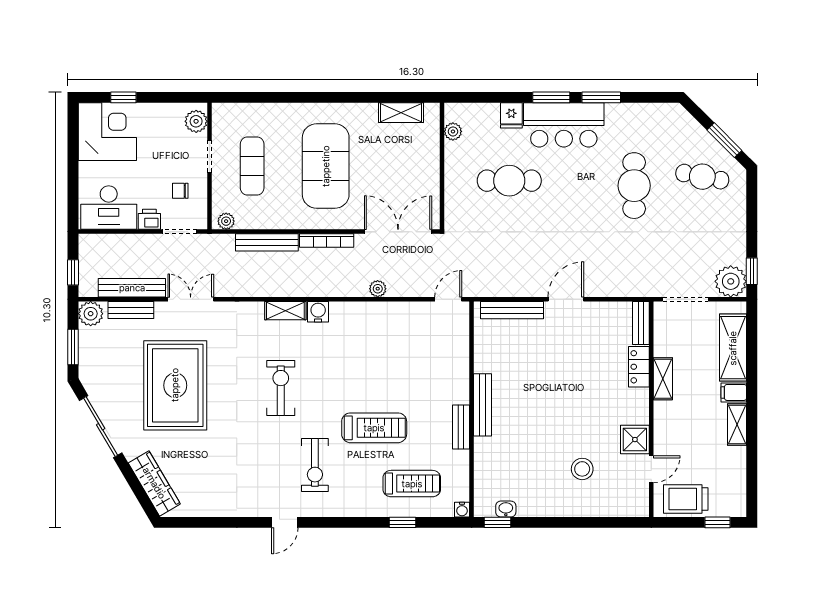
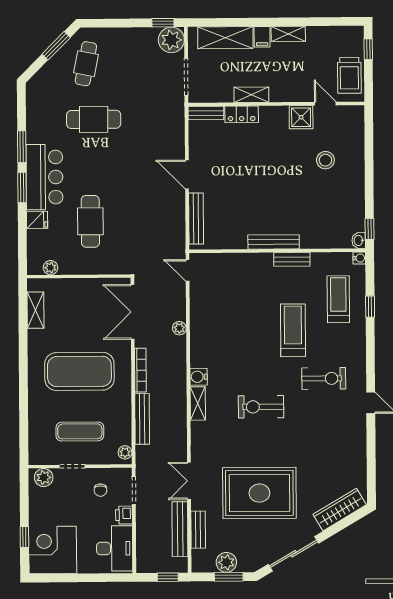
plant: (91, 314) -> (226, 562), moved
washbasin: (506, 509) -> (359, 240), moved

